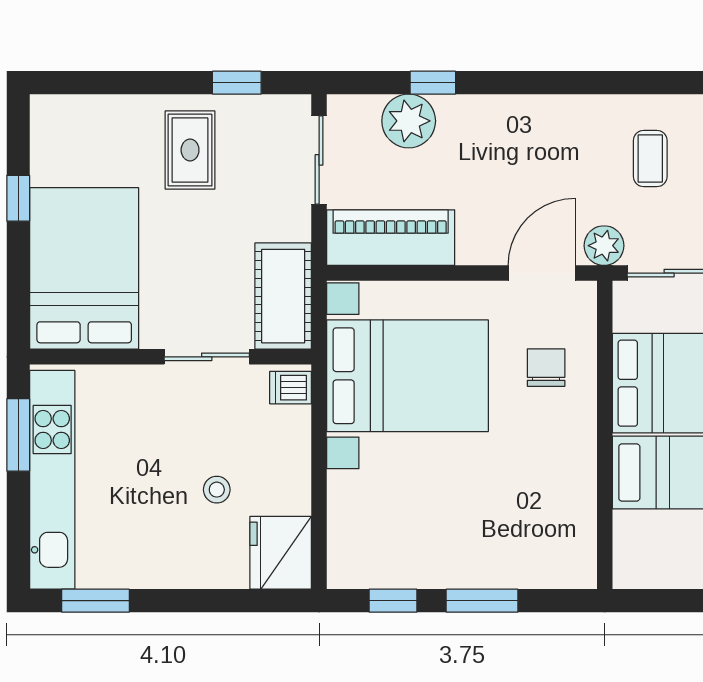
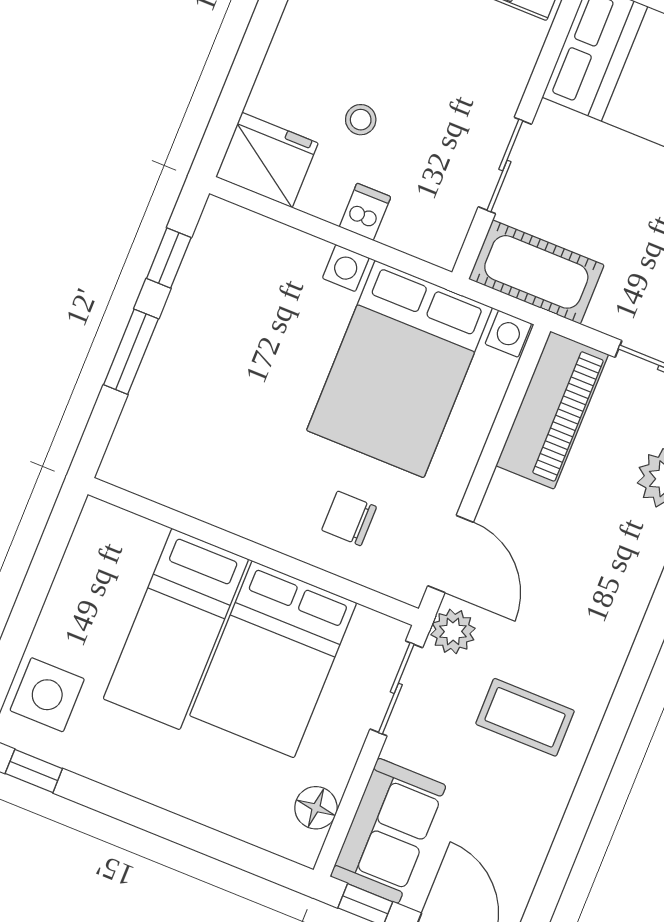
coffee table: (650, 159) -> (525, 717), width x1.36, depth x1.30
chair: (546, 368) -> (349, 518), turned 180
dishwasher: (291, 388) -> (365, 212), moved

